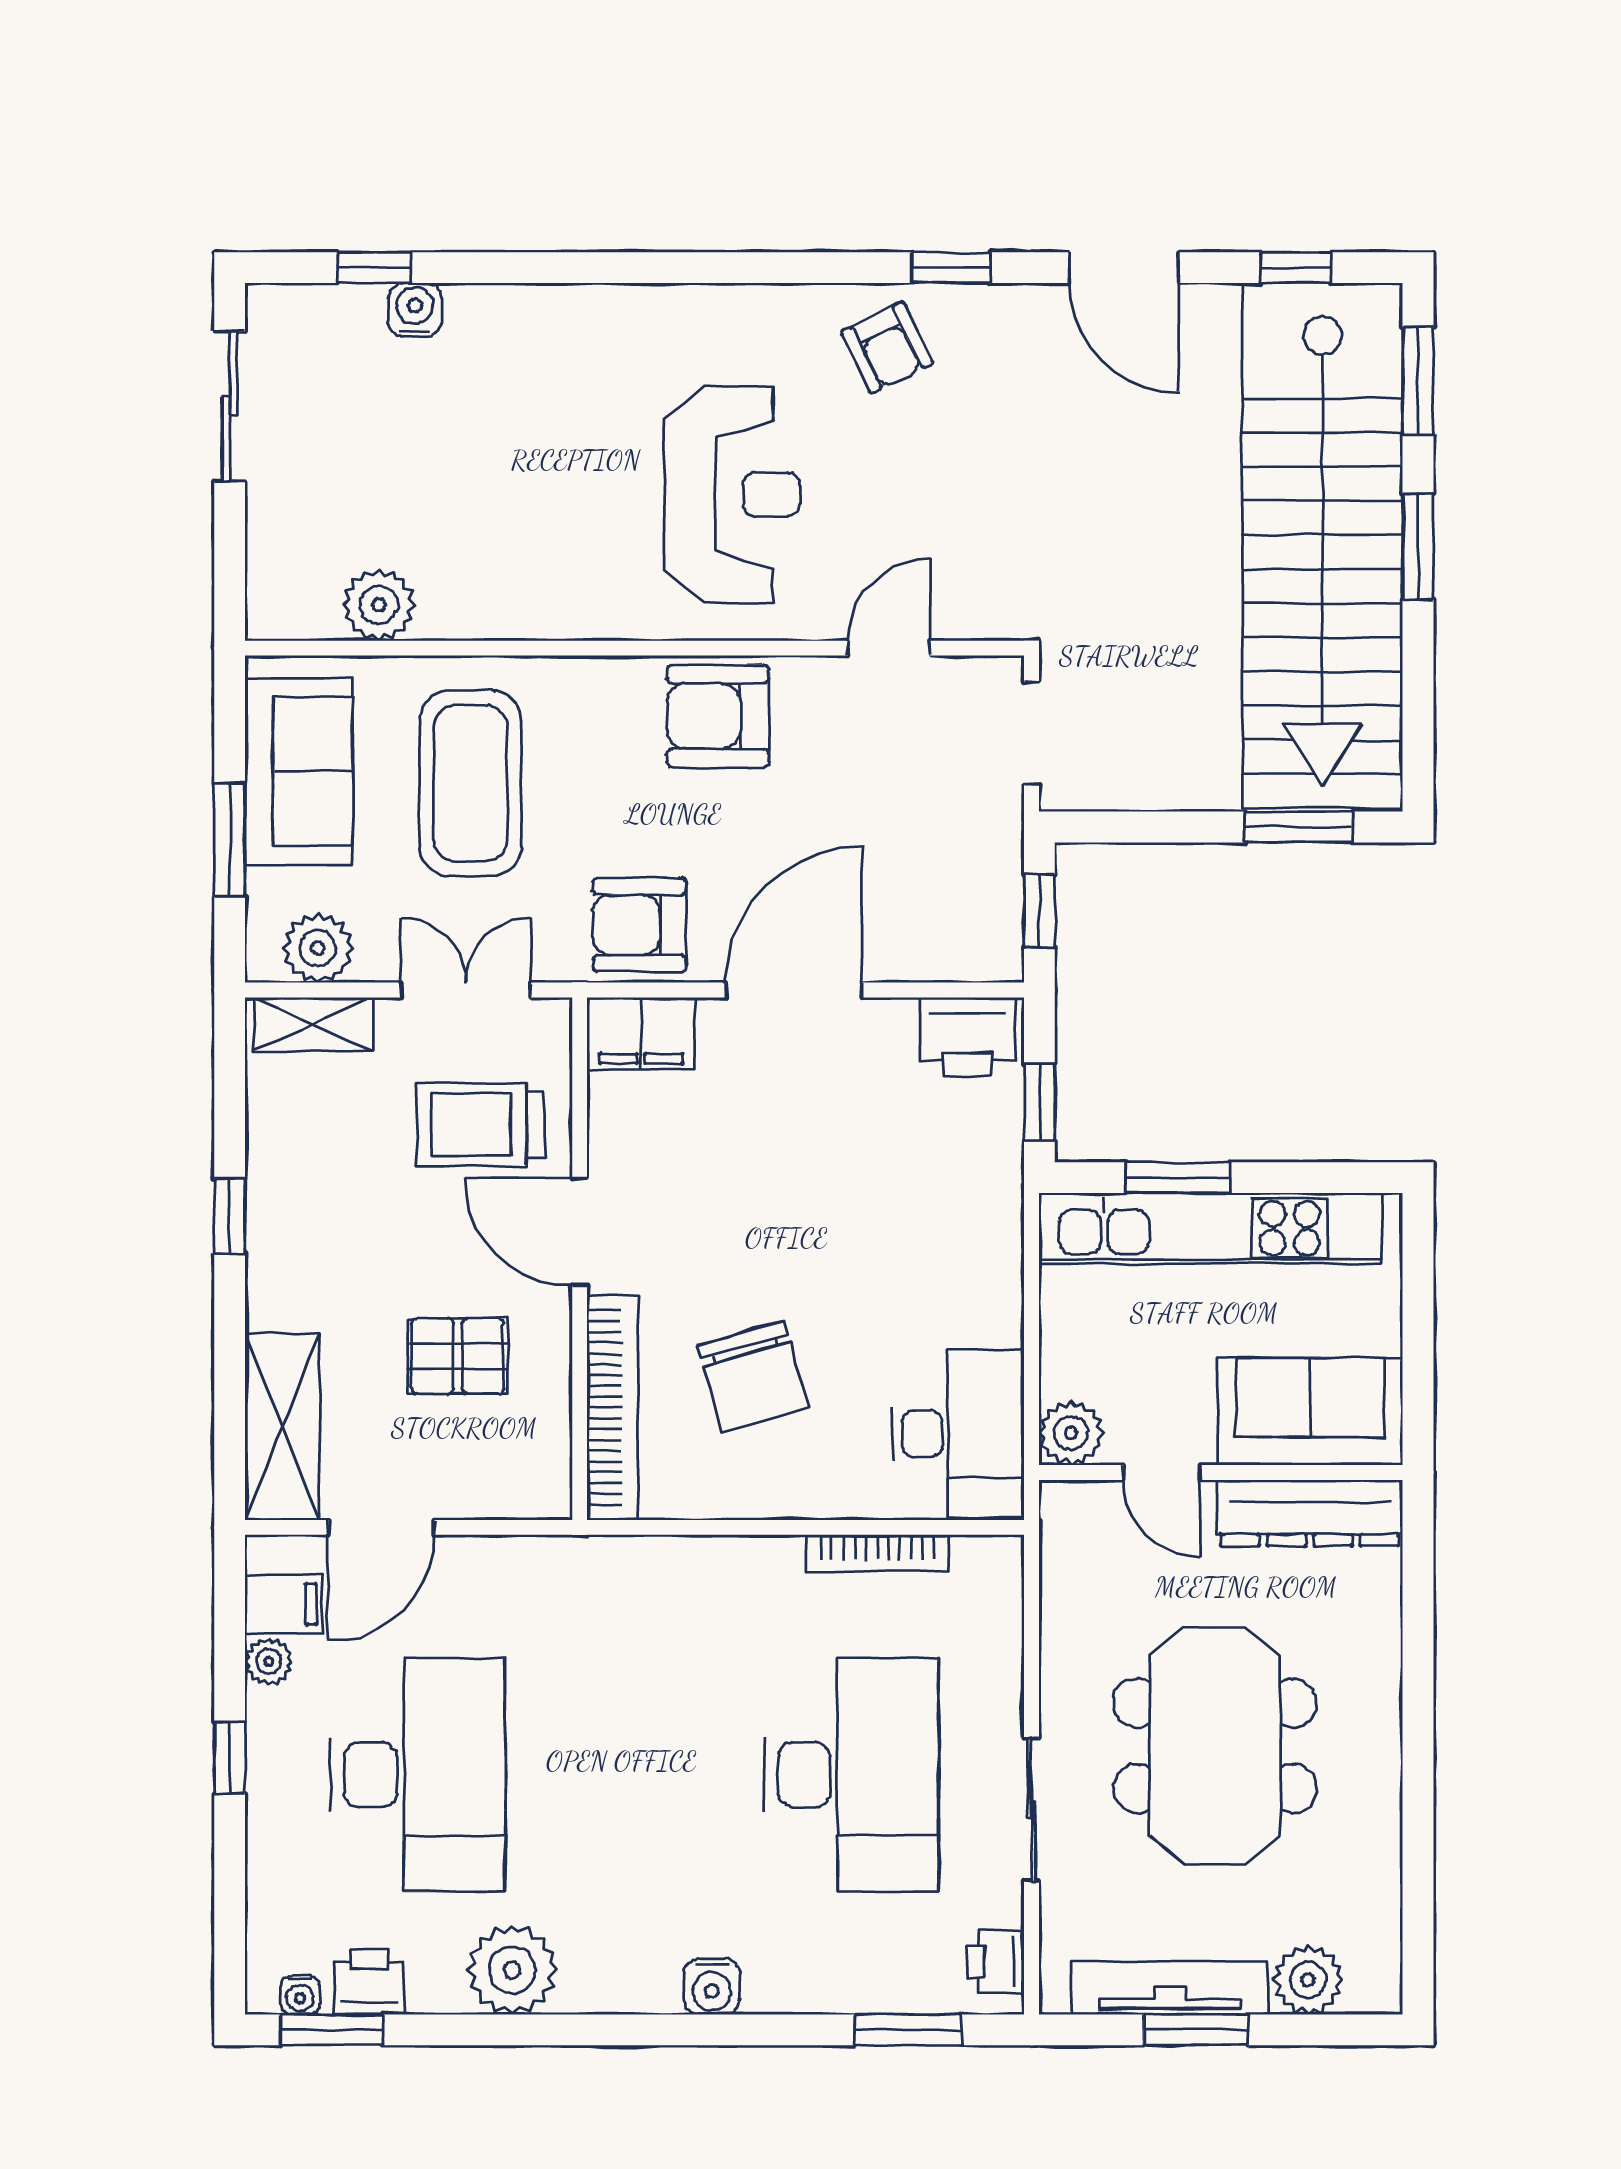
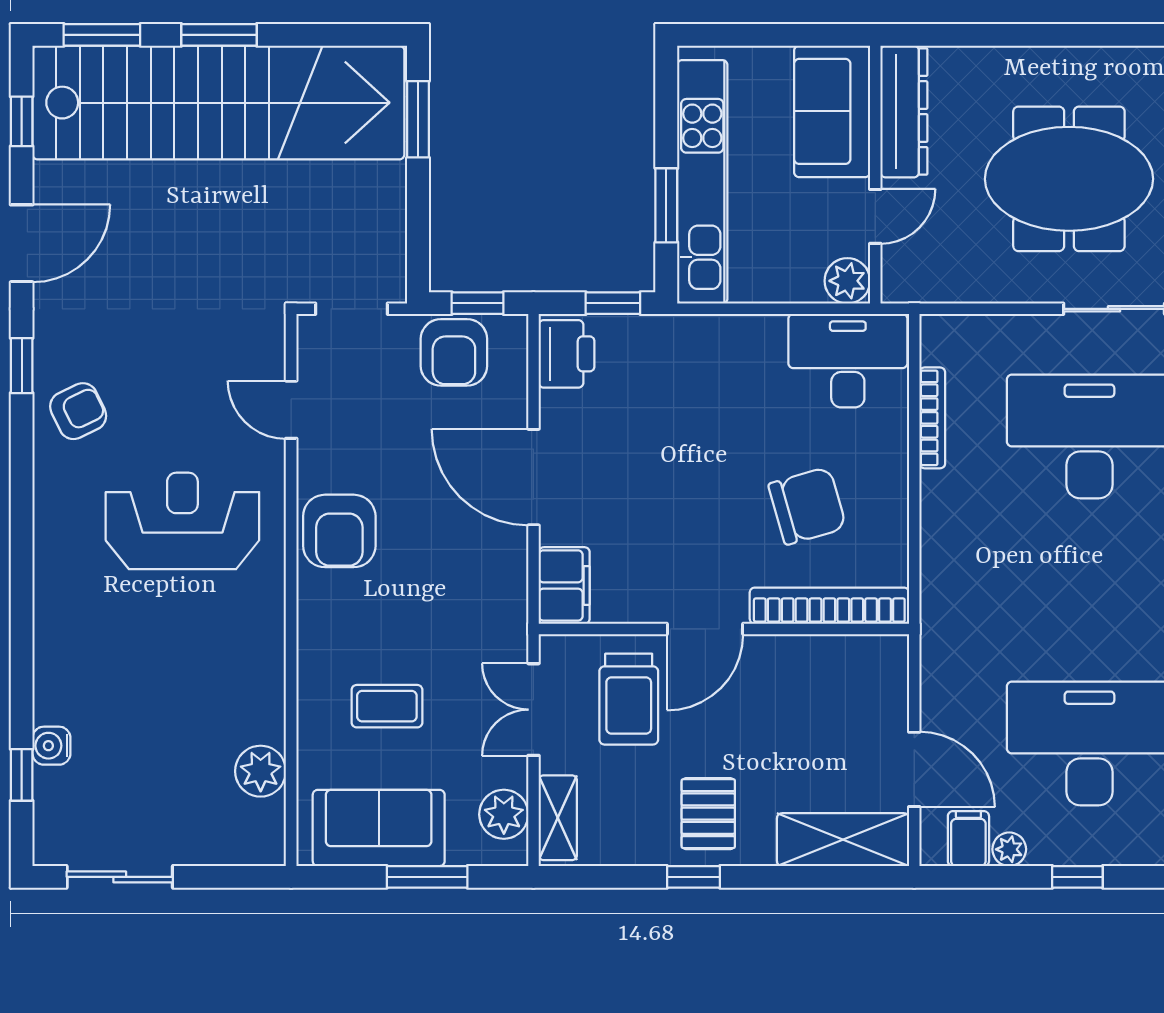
coffee table: (471, 783) -> (387, 706), width x0.54, depth x0.58
armchair: (639, 925) -> (454, 352), moved
pallet: (458, 1356) -> (708, 814), moved

